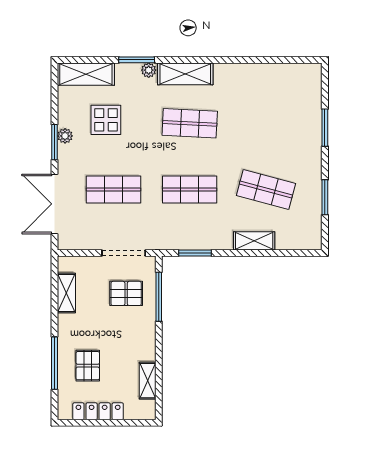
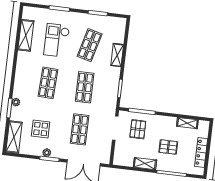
shelving: (185, 74) -> (26, 35), moved
checkout: (267, 130) -> (57, 40), added
shelving: (66, 293) -> (145, 164), moved
pallet: (88, 366) -> (168, 147), moved

